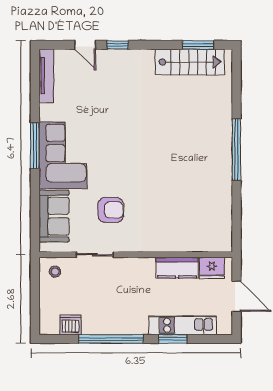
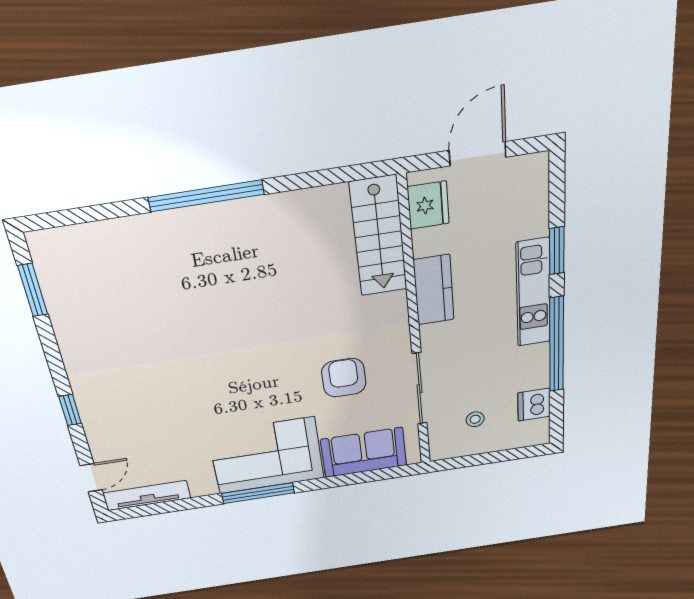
door: (85, 45) -> (91, 478), moved
stairs: (190, 62) -> (379, 237), moved, turned 180
sliding door: (95, 255) -> (419, 389), width x1.37
kitchen counter: (177, 268) -> (434, 290), moved
stool: (55, 272) -> (475, 419), moved
kitchen unit: (183, 325) -> (533, 293), moved

